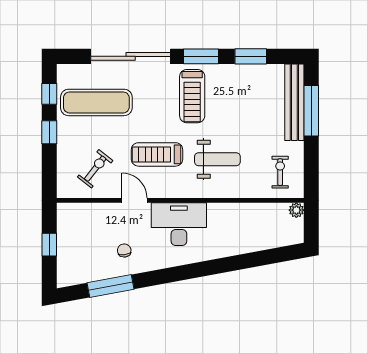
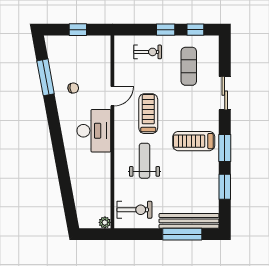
sliding door: (131, 56) -> (225, 93), width x0.54
exercise mat: (96, 102) -> (189, 66), width x0.73, depth x0.69
weight bench: (217, 159) -> (144, 161), turned 180
exercise bike: (95, 169) -> (148, 52), moved, turned -38
exercise bike: (280, 172) -> (134, 210), width x1.38, depth x1.39

